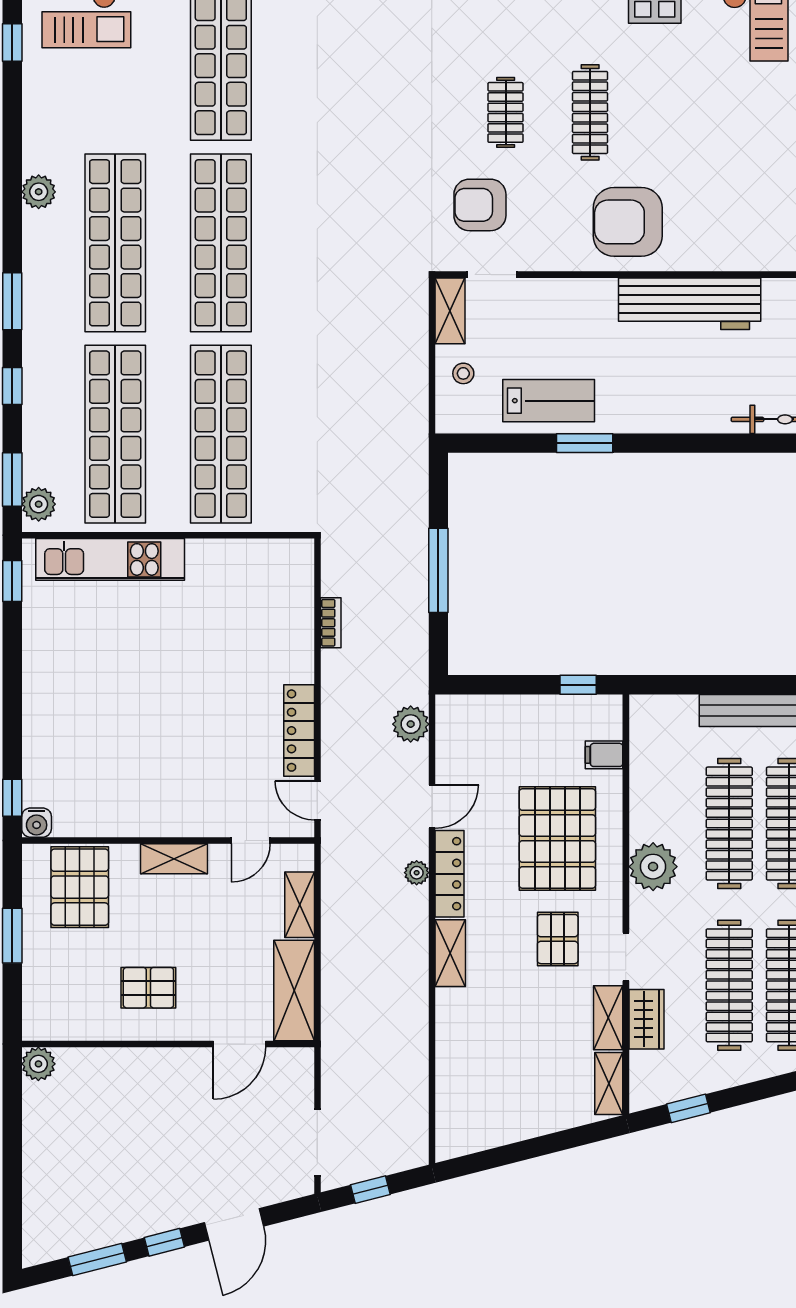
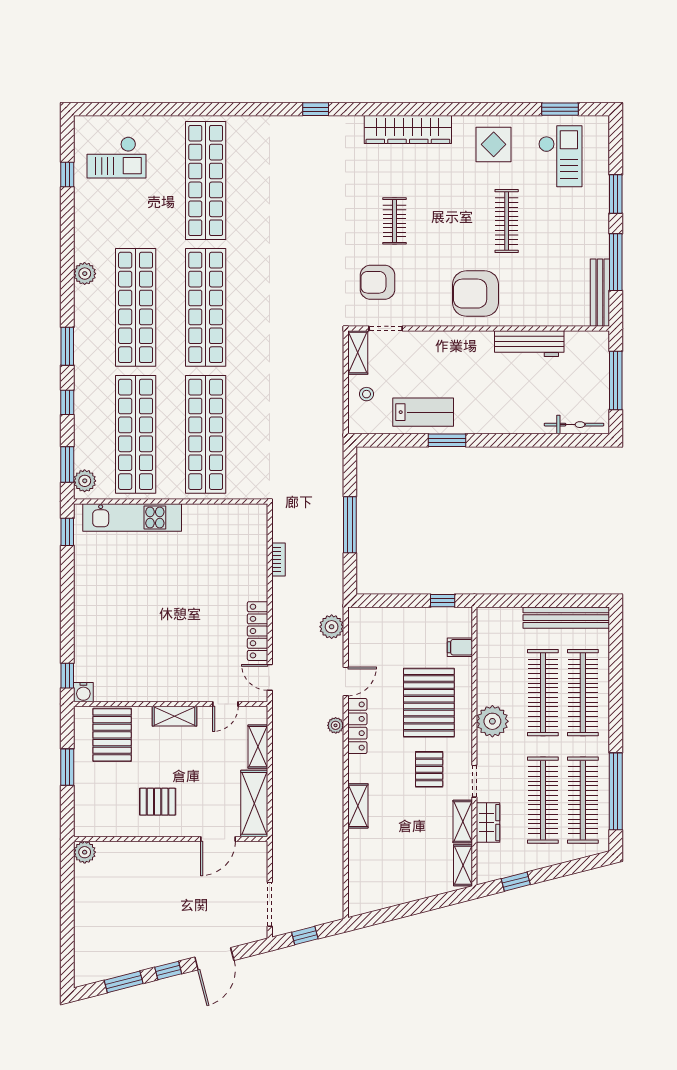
clothes rail: (590, 112) -> (507, 221), moved
workbench: (690, 304) -> (529, 344), width x0.73, depth x0.76
shelving: (450, 953) -> (358, 806), moved

